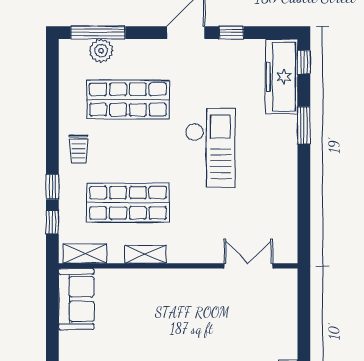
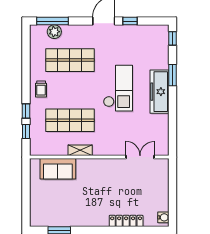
freezer: (282, 77) -> (159, 92), moved
shelving: (85, 254) -> (45, 150), removed
sofa: (76, 299) -> (58, 169), moved, turned 90

